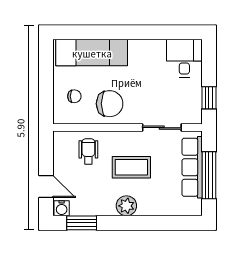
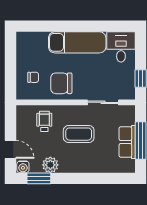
exam couch: (92, 53) -> (77, 42), moved
chair: (110, 104) -> (61, 83), turned 180
row of seats: (192, 167) -> (127, 142), width x0.68
plant: (126, 206) -> (50, 165), moved

